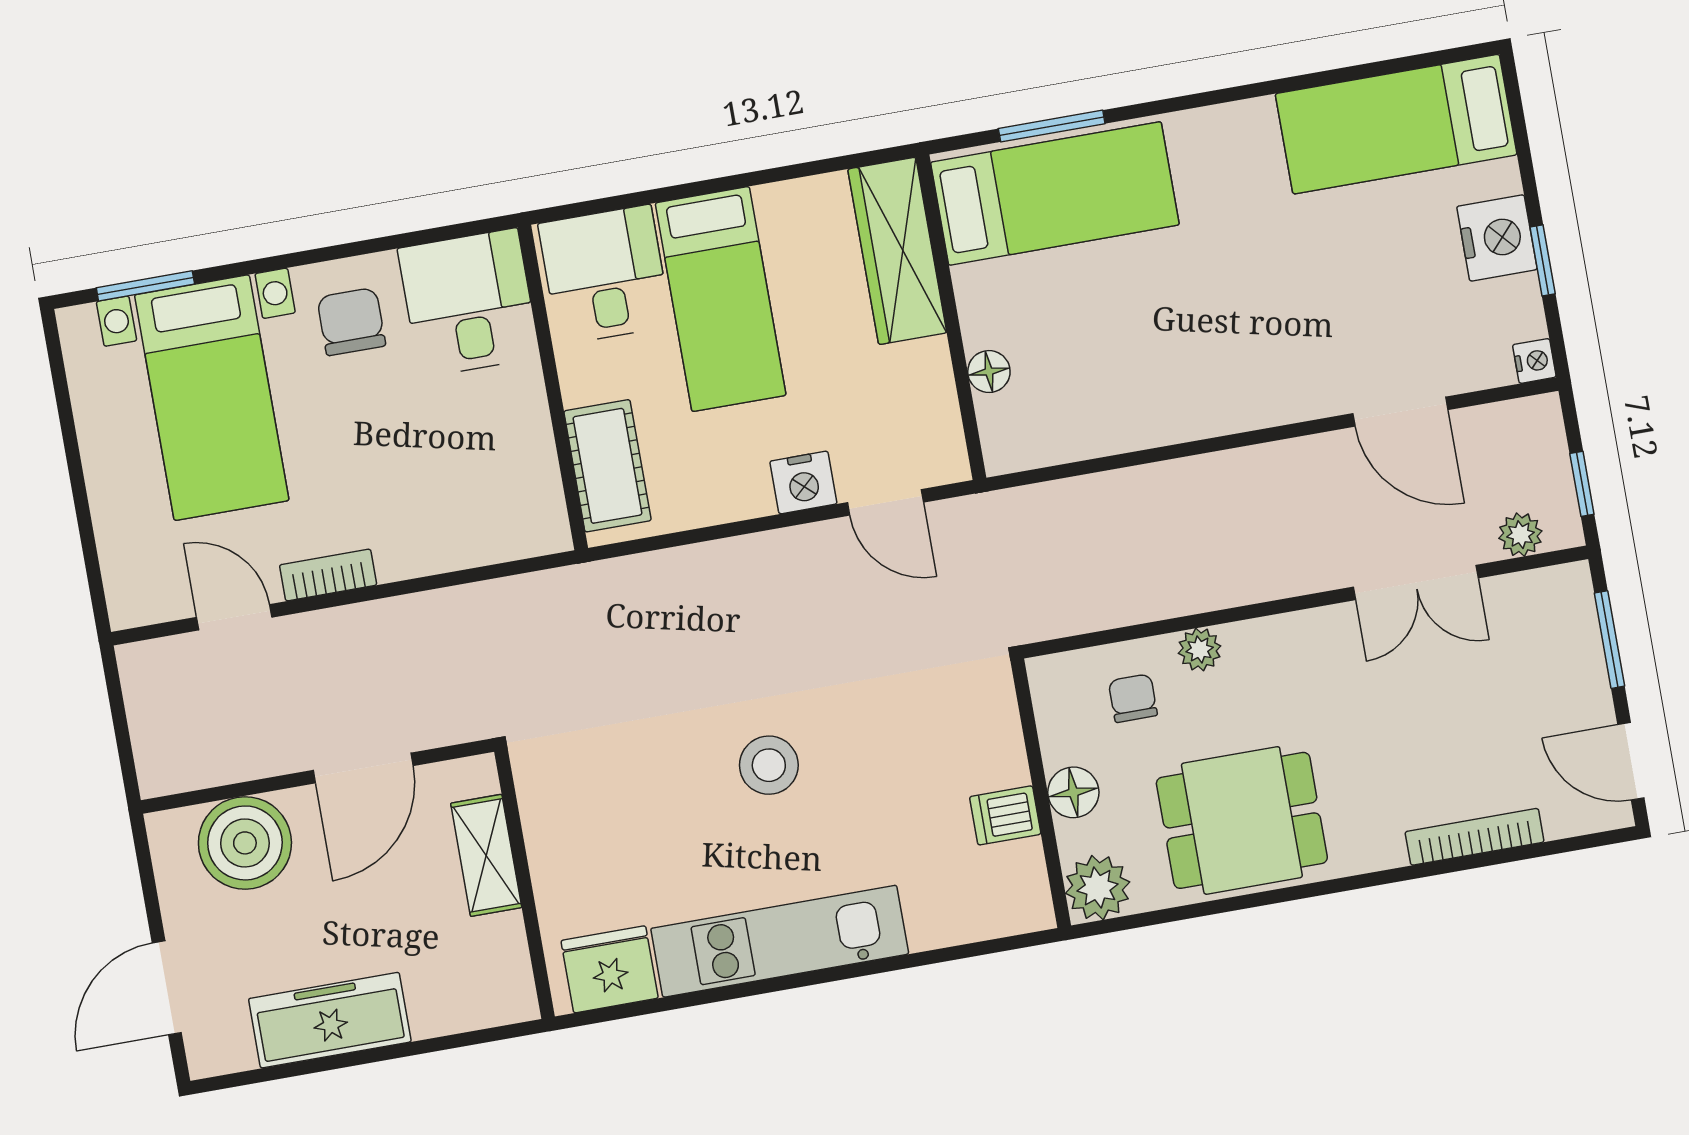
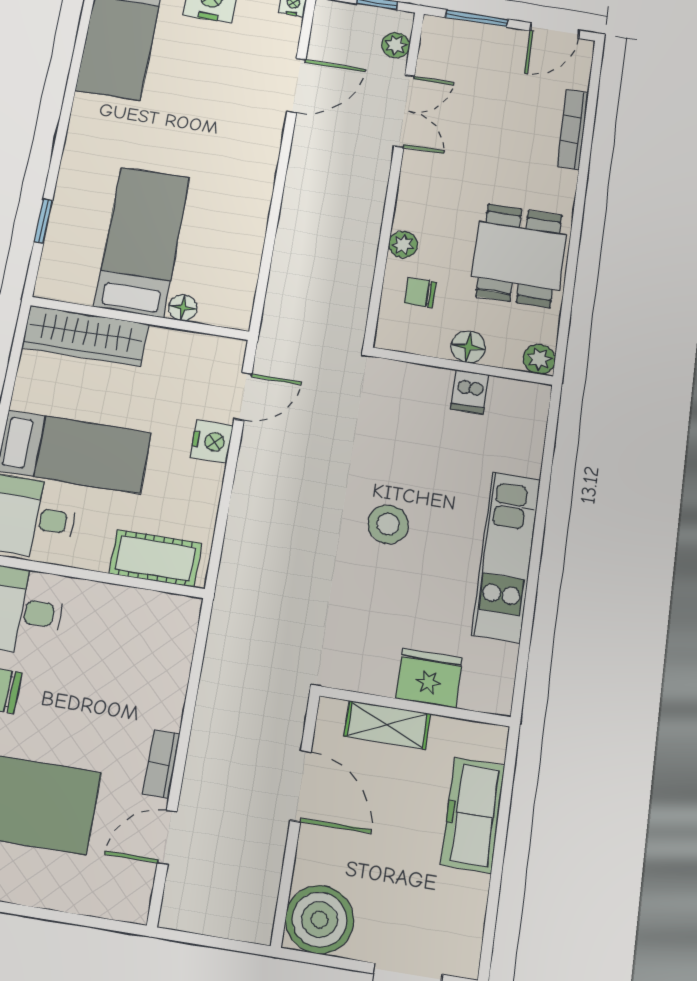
window: (1052, 126) -> (43, 221), width x0.67
bed: (1055, 193) -> (142, 242), moved
boiler: (245, 843) -> (319, 920), moved
plant: (1098, 888) -> (539, 359), width x0.73, depth x0.73
fridge: (610, 969) -> (429, 678), moved, turned 90
freezer: (330, 1020) -> (473, 815), moved

